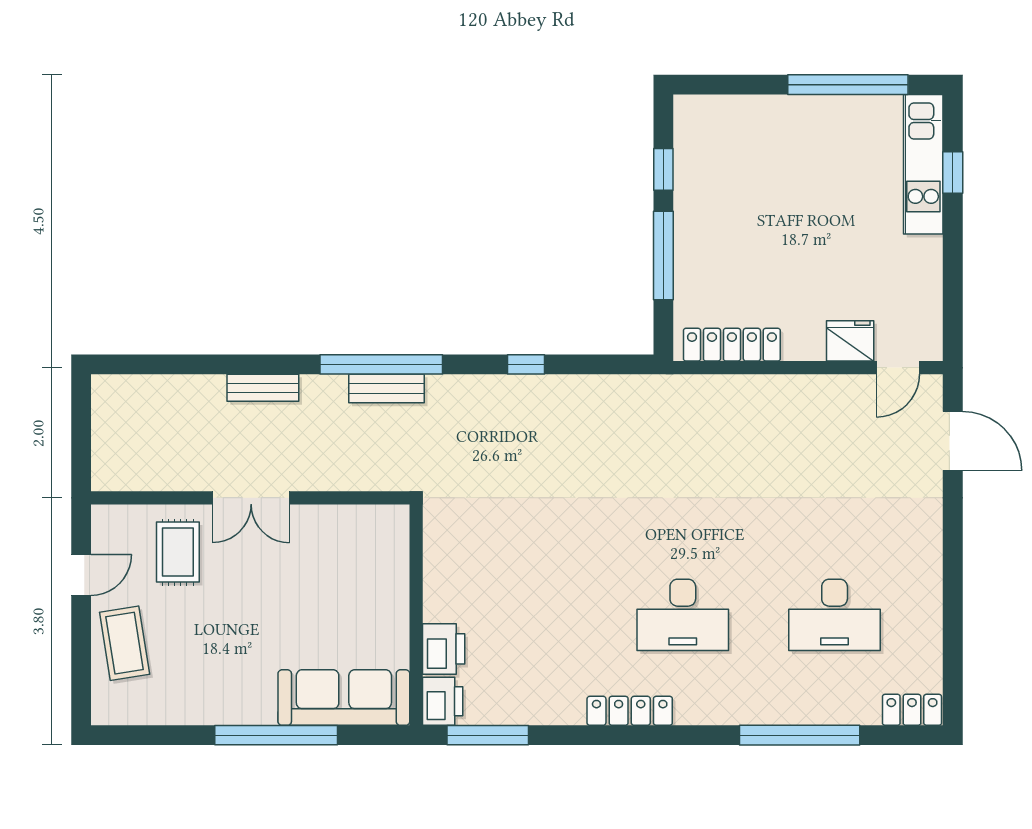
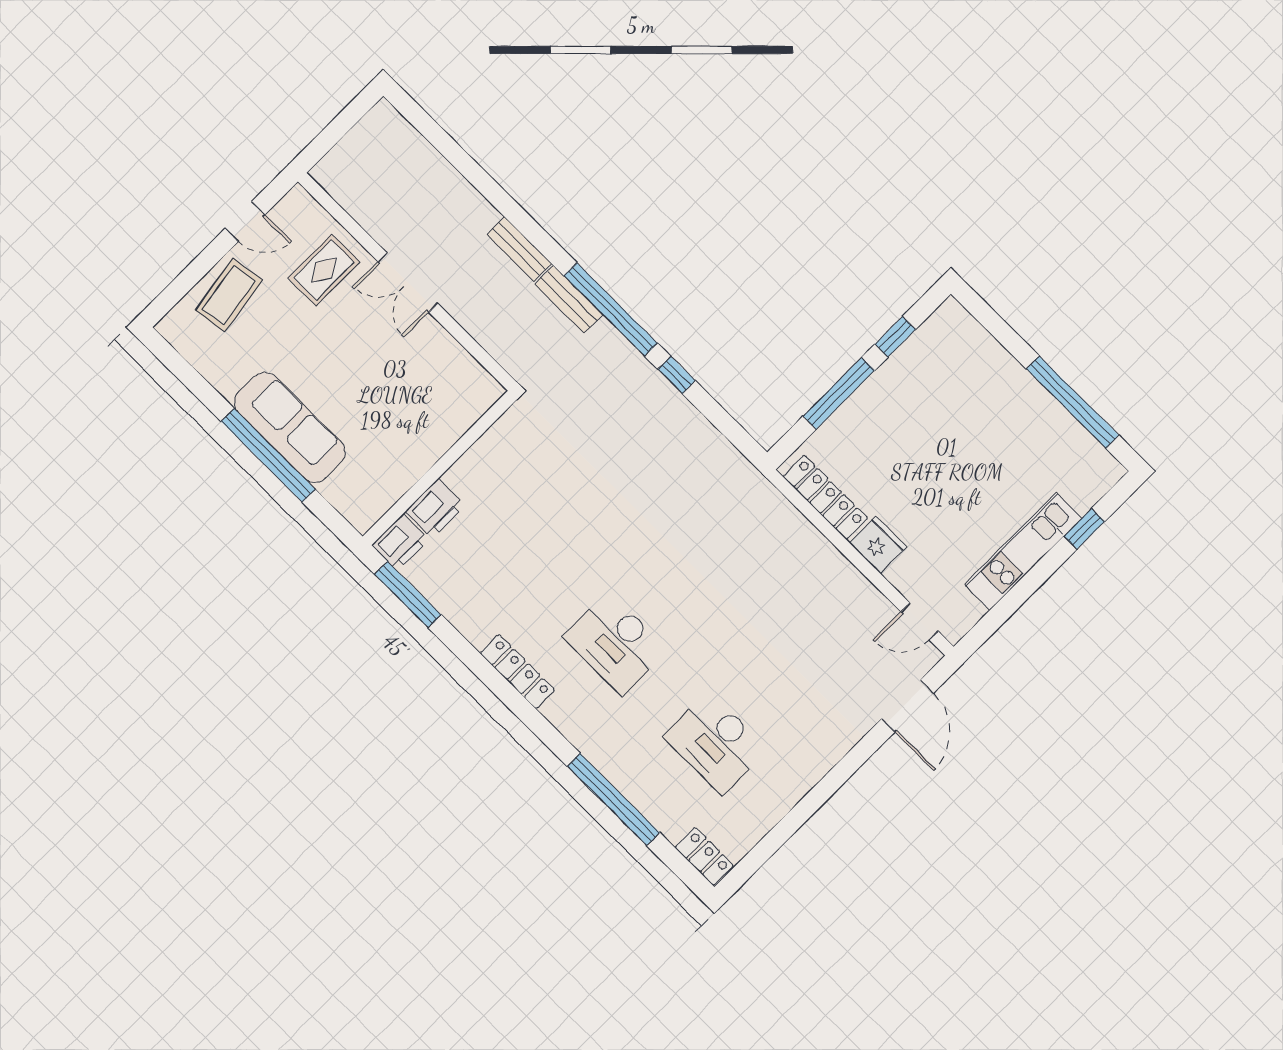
kitchen unit: (923, 164) -> (1023, 551), moved
fridge: (850, 341) -> (878, 545), moved
window: (381, 364) -> (611, 309), moved
bench: (263, 388) -> (519, 249), moved
sofa: (344, 698) -> (290, 427), moved

